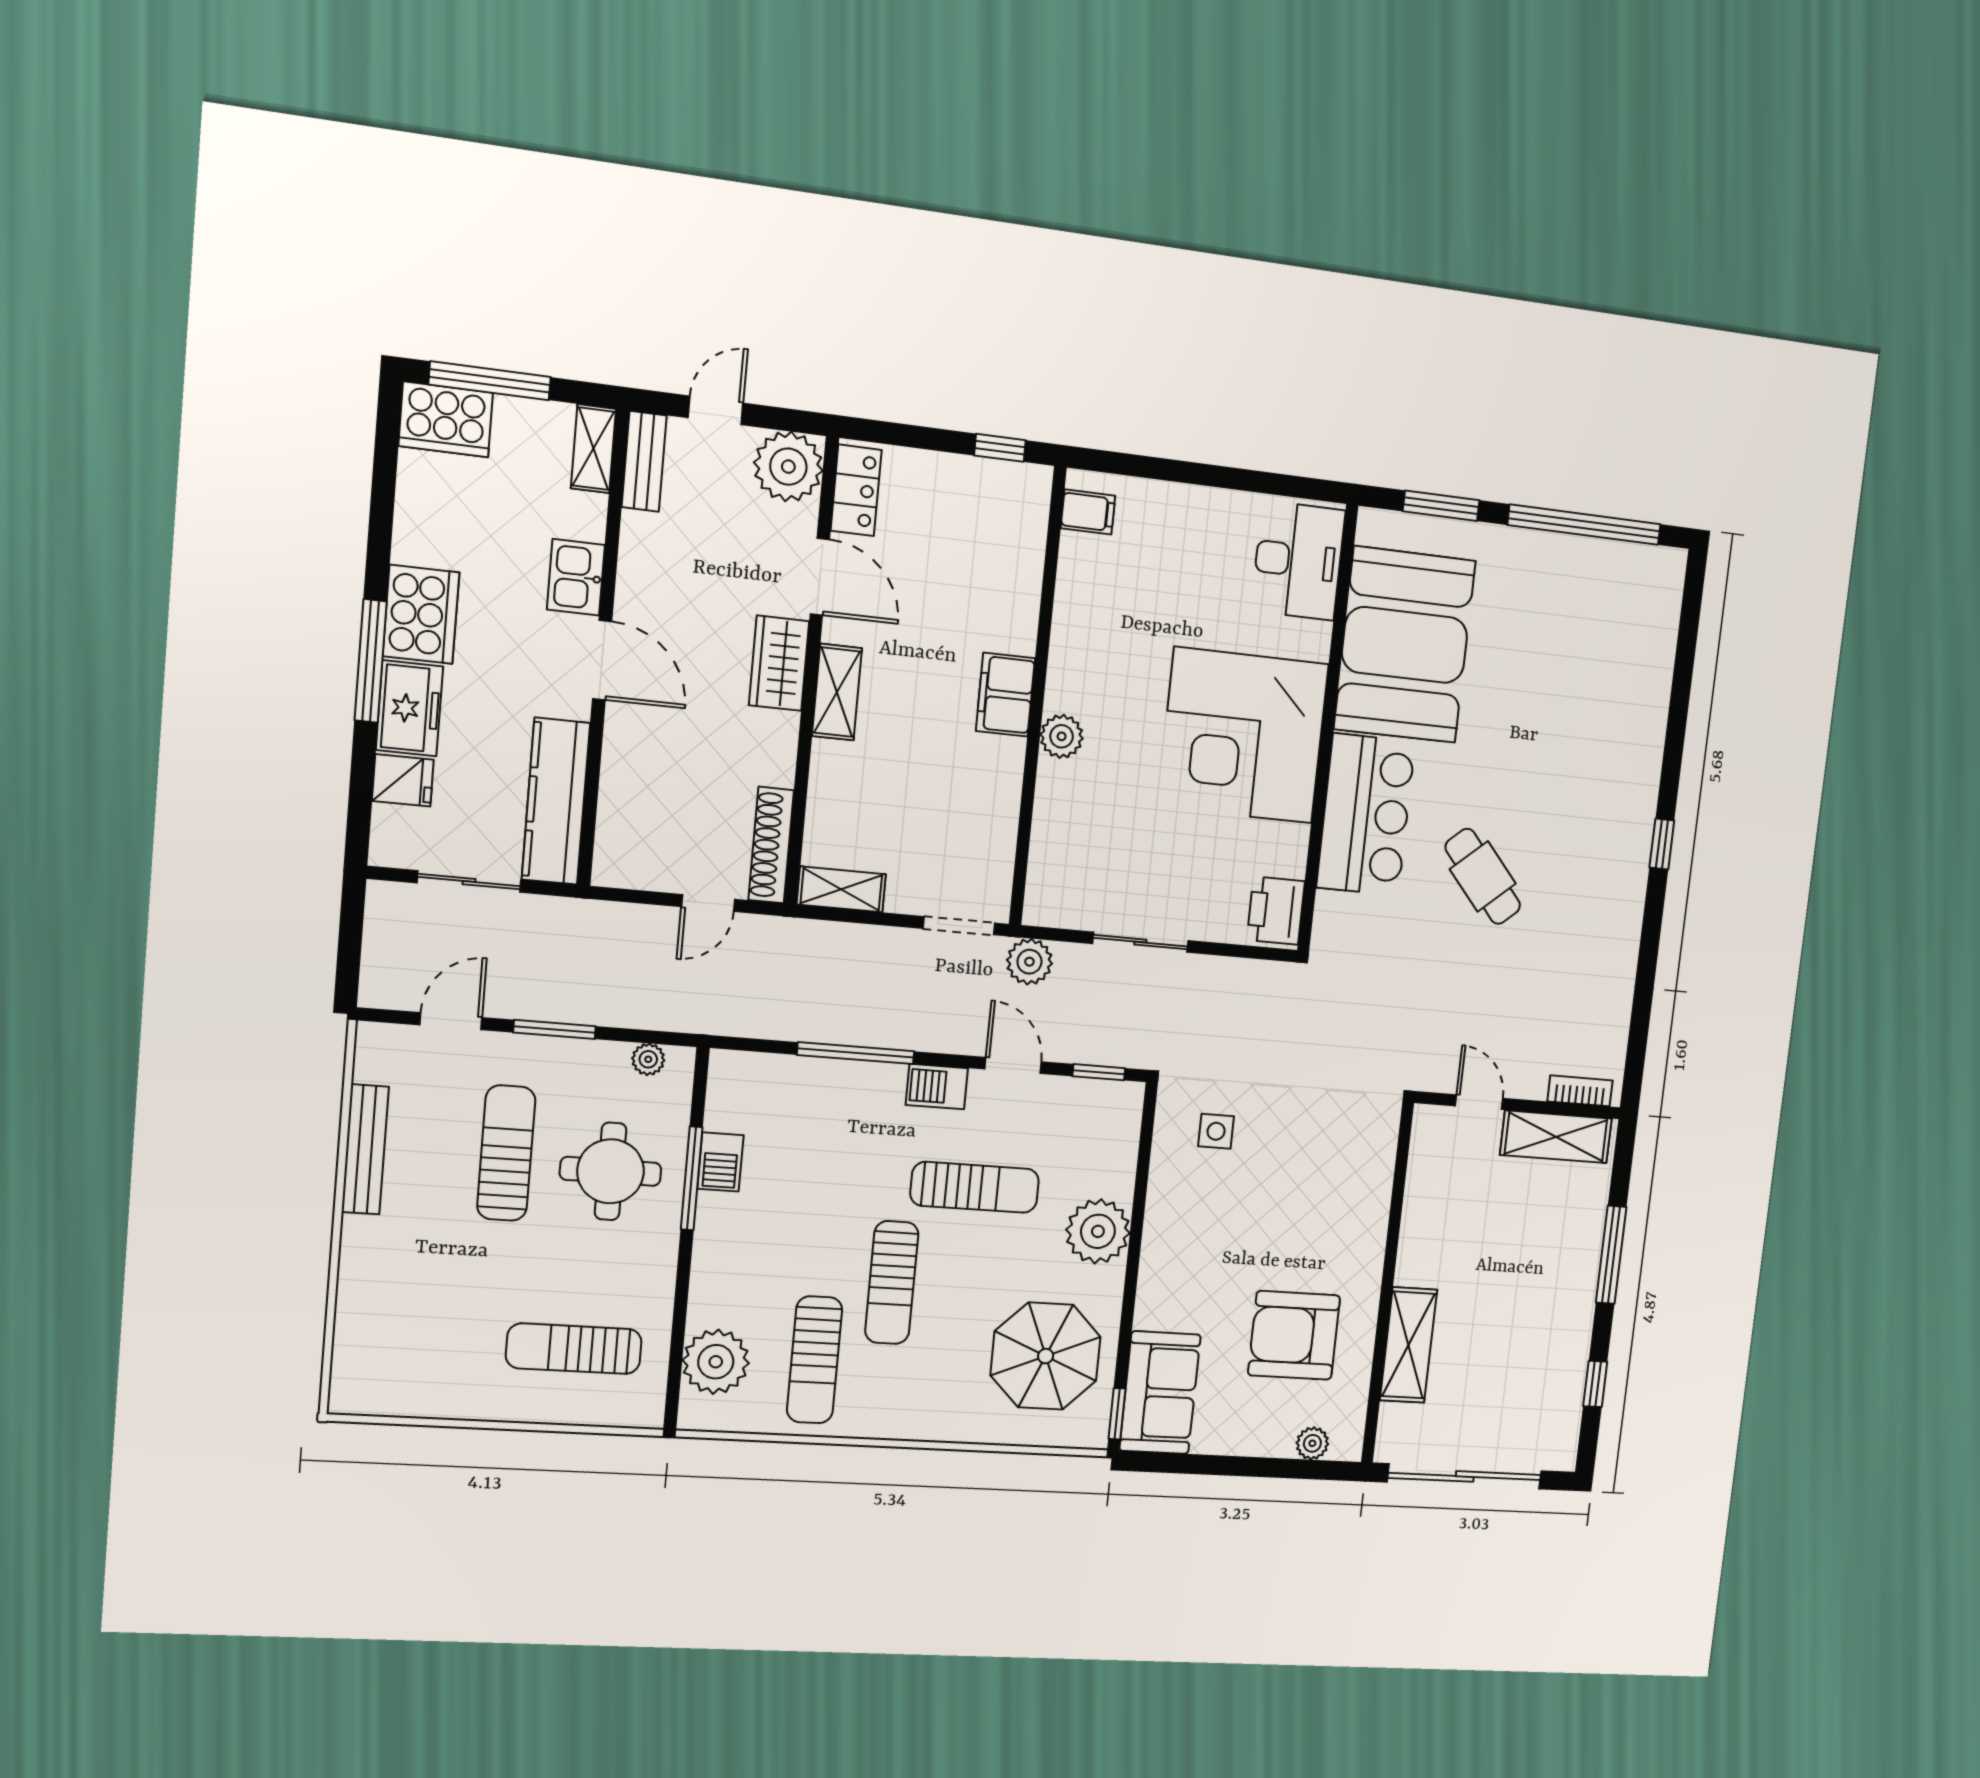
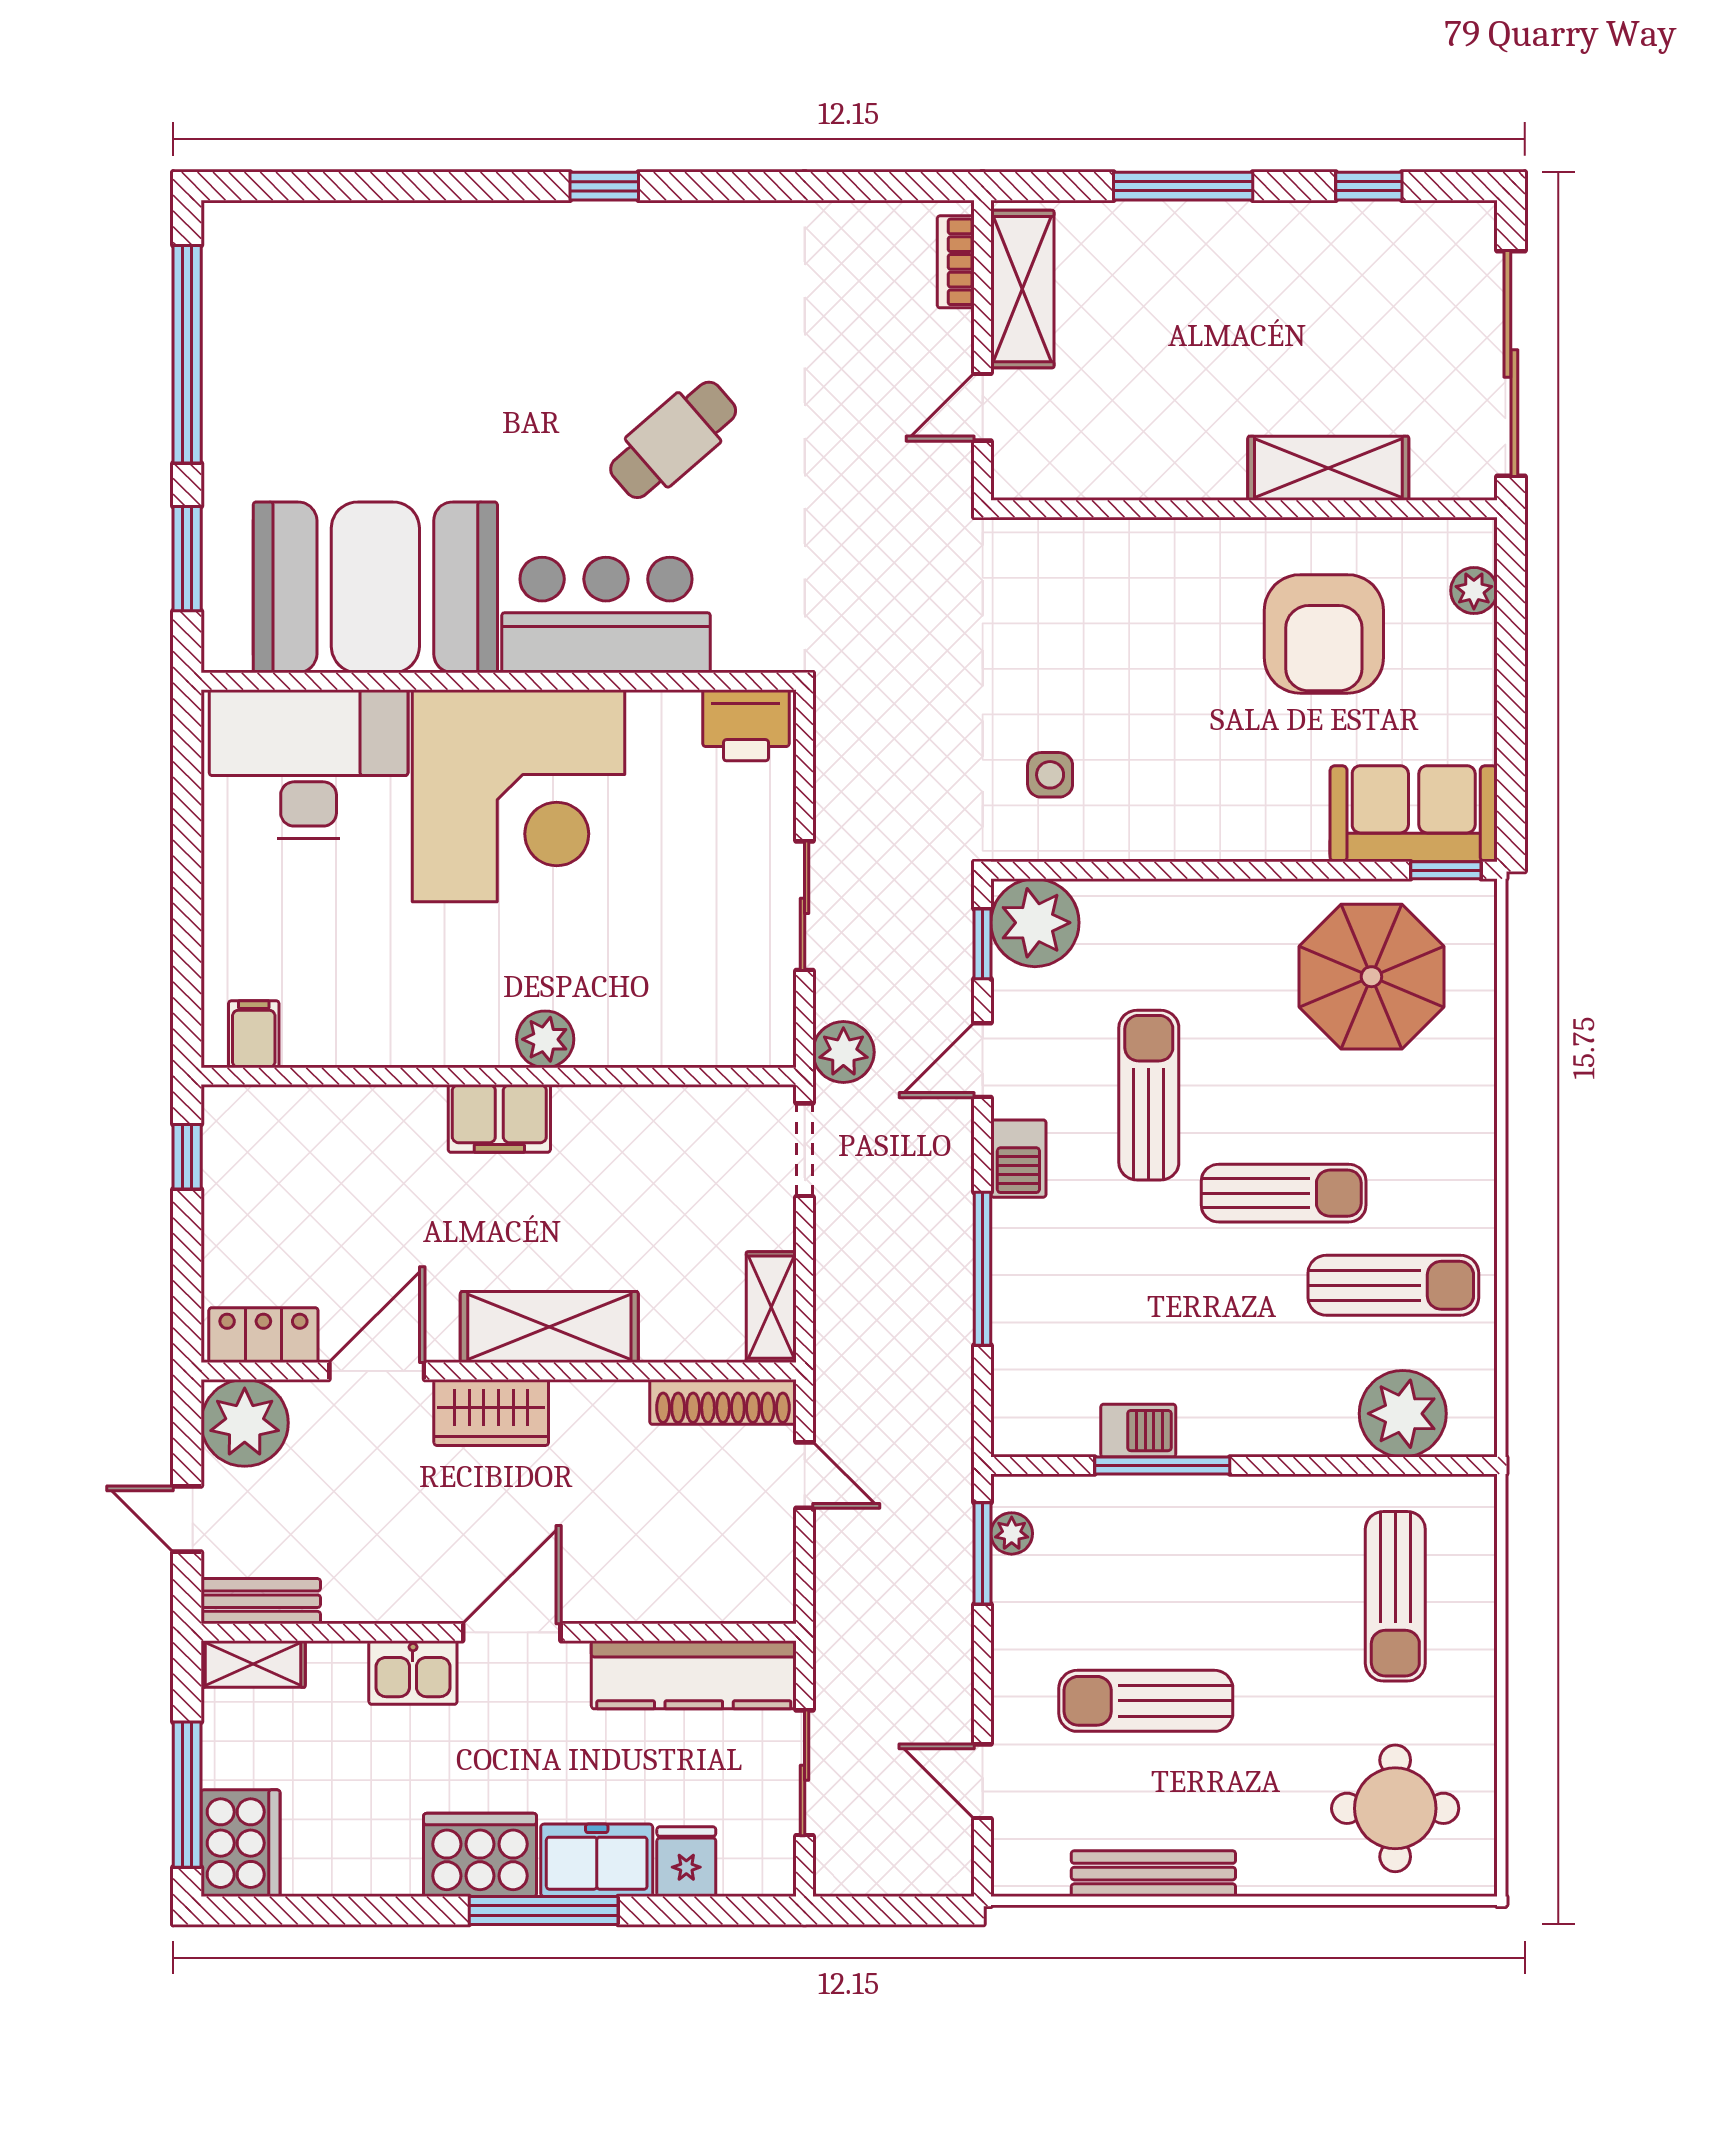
desk: (1298, 561) -> (309, 764), width x1.36, depth x1.30
shelving: (837, 692) -> (549, 1327), width x1.50, depth x1.33
window: (555, 1029) -> (983, 1553), moved
round table: (611, 1171) -> (1395, 1808), moved
plant: (1098, 1231) -> (1035, 923), moved

